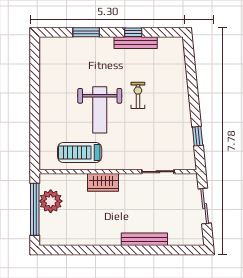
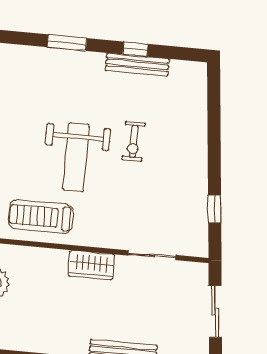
exercise bike: (138, 95) -> (134, 141), turned 180
wardrobe: (103, 182) -> (91, 265), moved

